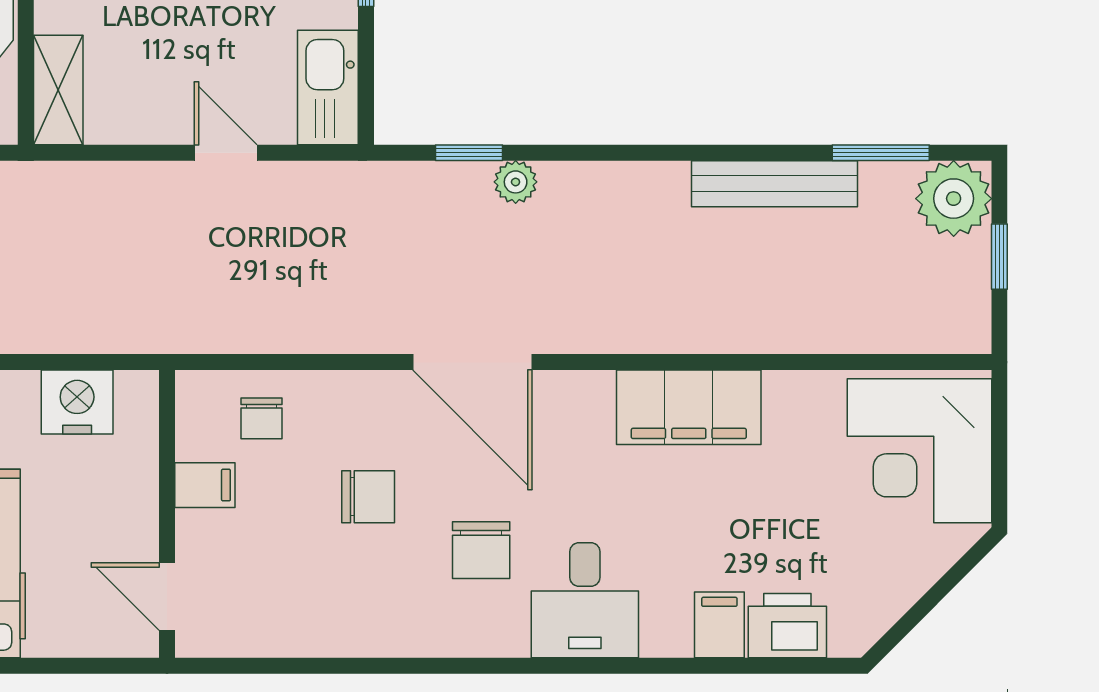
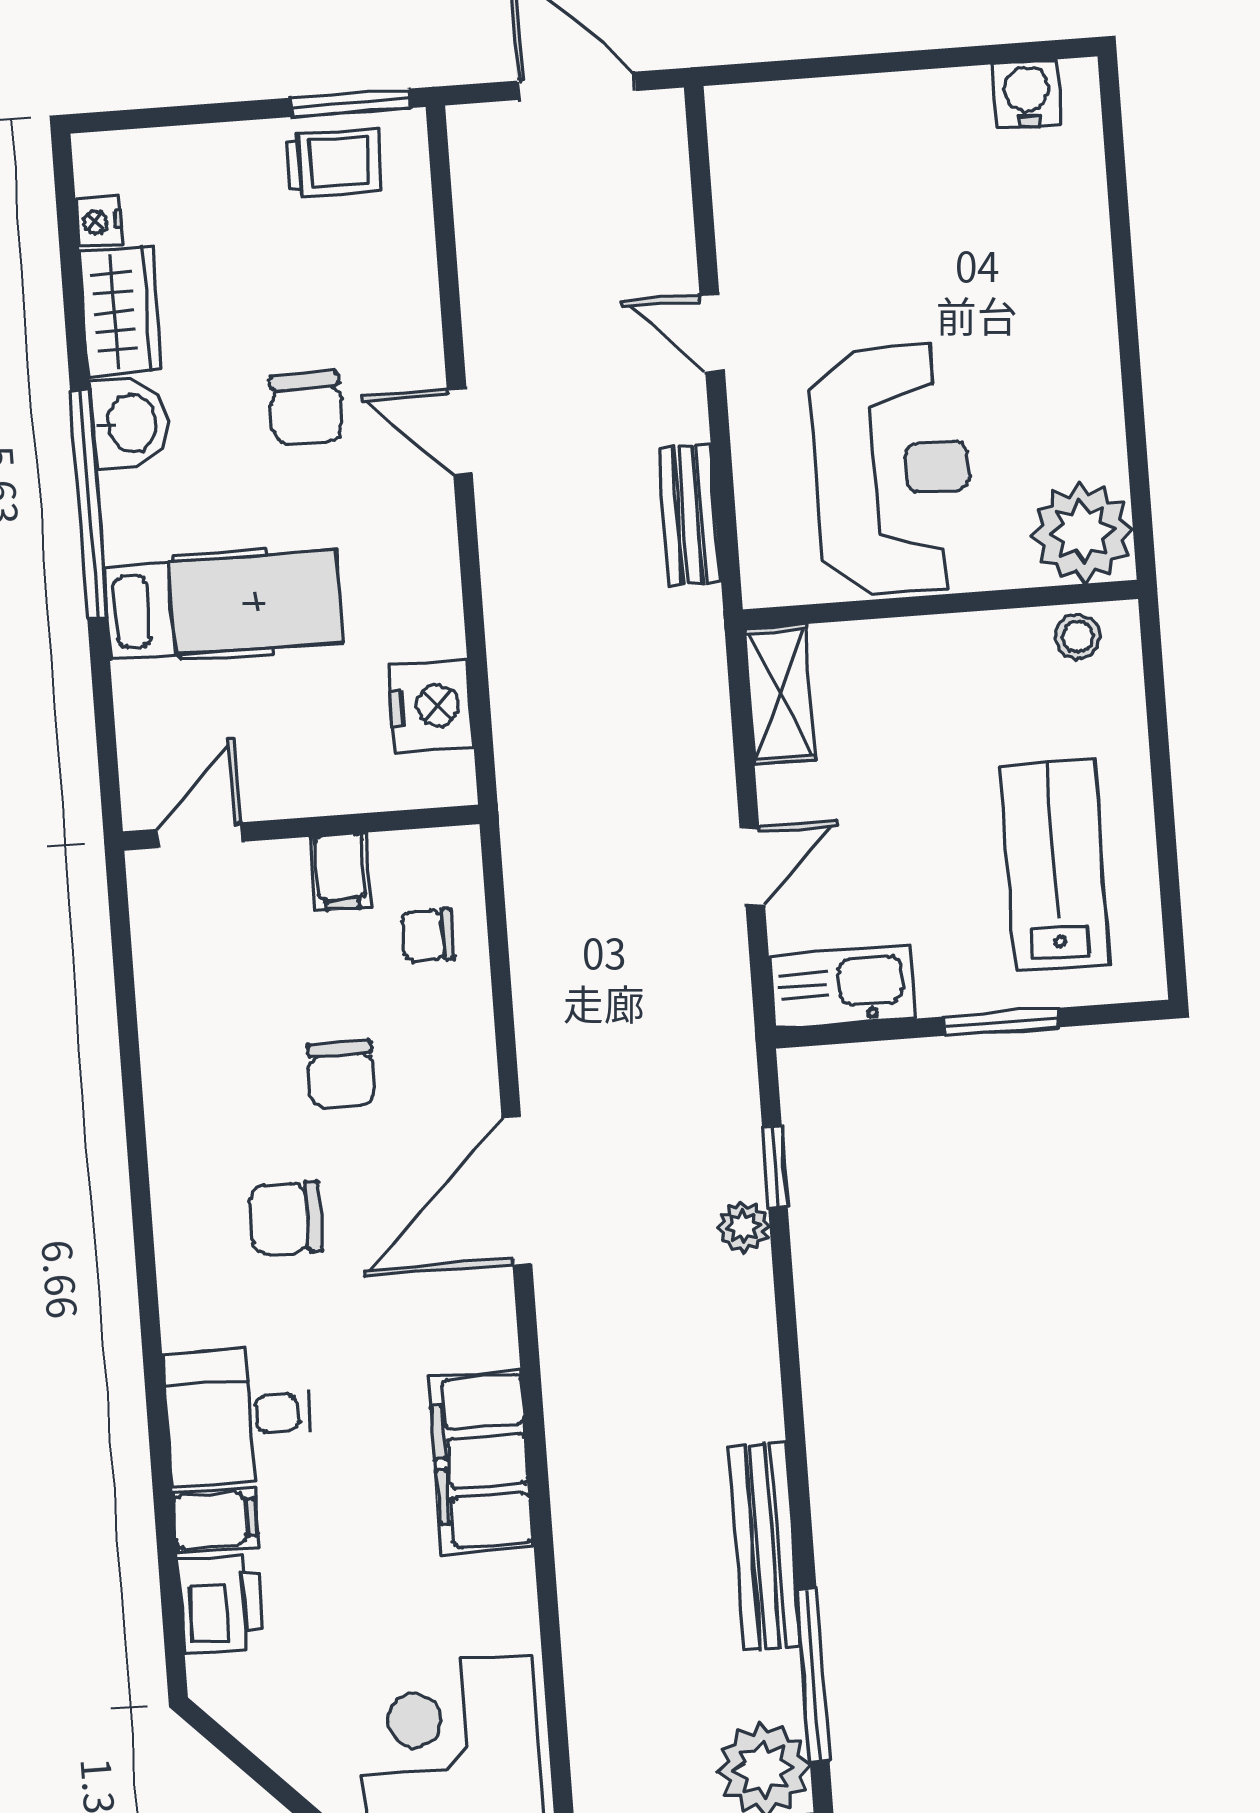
shelving: (58, 90) -> (780, 694), moved, turned 90
window: (881, 153) -> (813, 1675), width x1.44
desk: (585, 600) -> (238, 1416), moved

